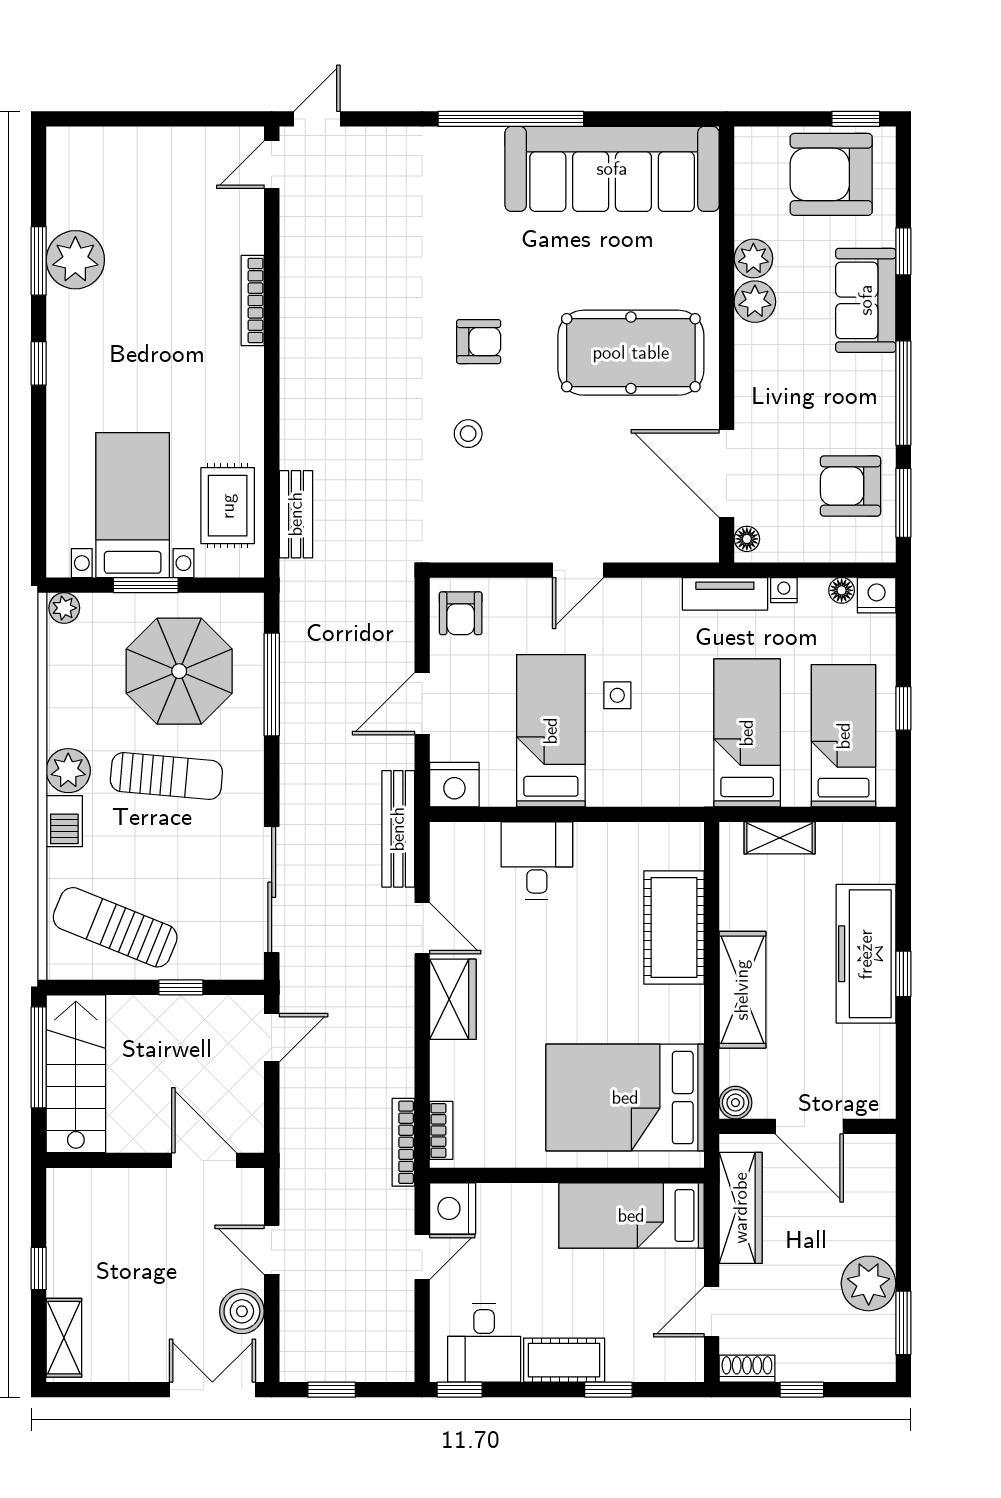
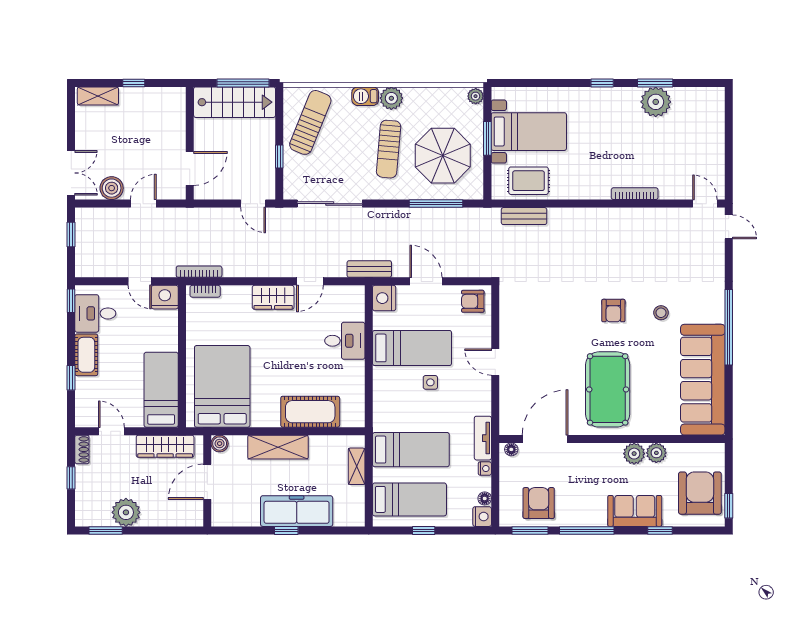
stool: (468, 434) -> (661, 313), moved
bench: (398, 829) -> (369, 269), width x0.73

